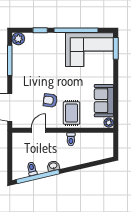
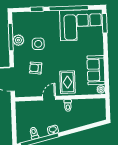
plant: (18, 39) -> (18, 40), moved
side table: (40, 69) -> (38, 44), added
armchair: (50, 100) -> (36, 68), moved
door: (39, 130) -> (49, 98), moved

